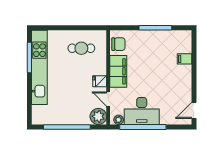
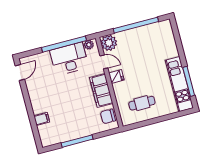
kitchen unit: (39, 67) -> (179, 84), width x0.73

